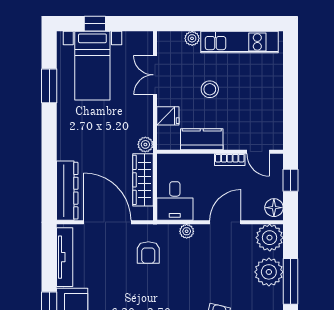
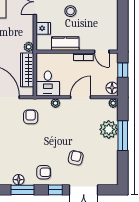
plant: (270, 238) -> (113, 103), width x0.53, depth x0.53
armchair: (148, 253) -> (31, 117), turned 180

